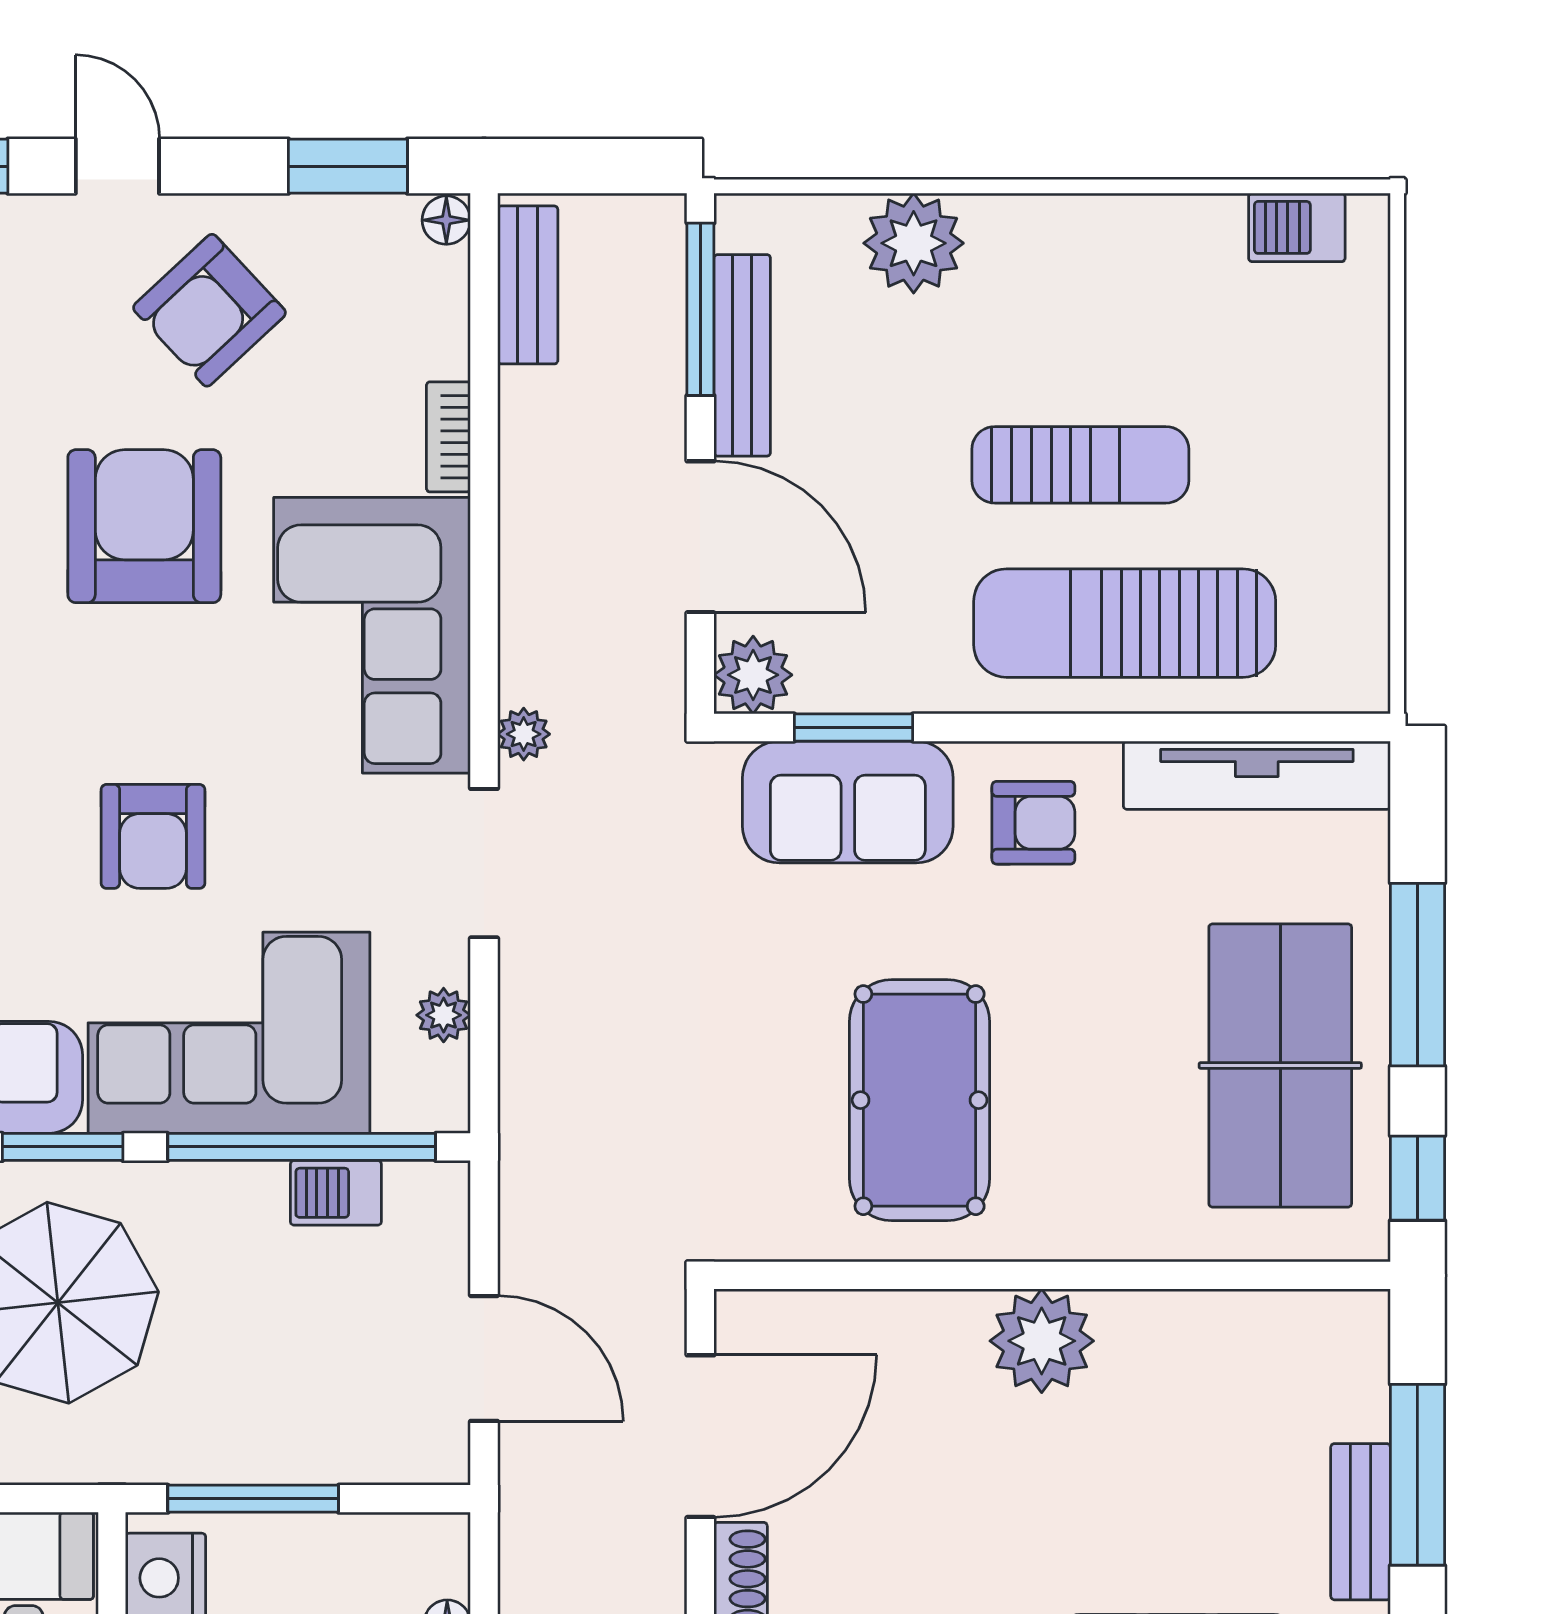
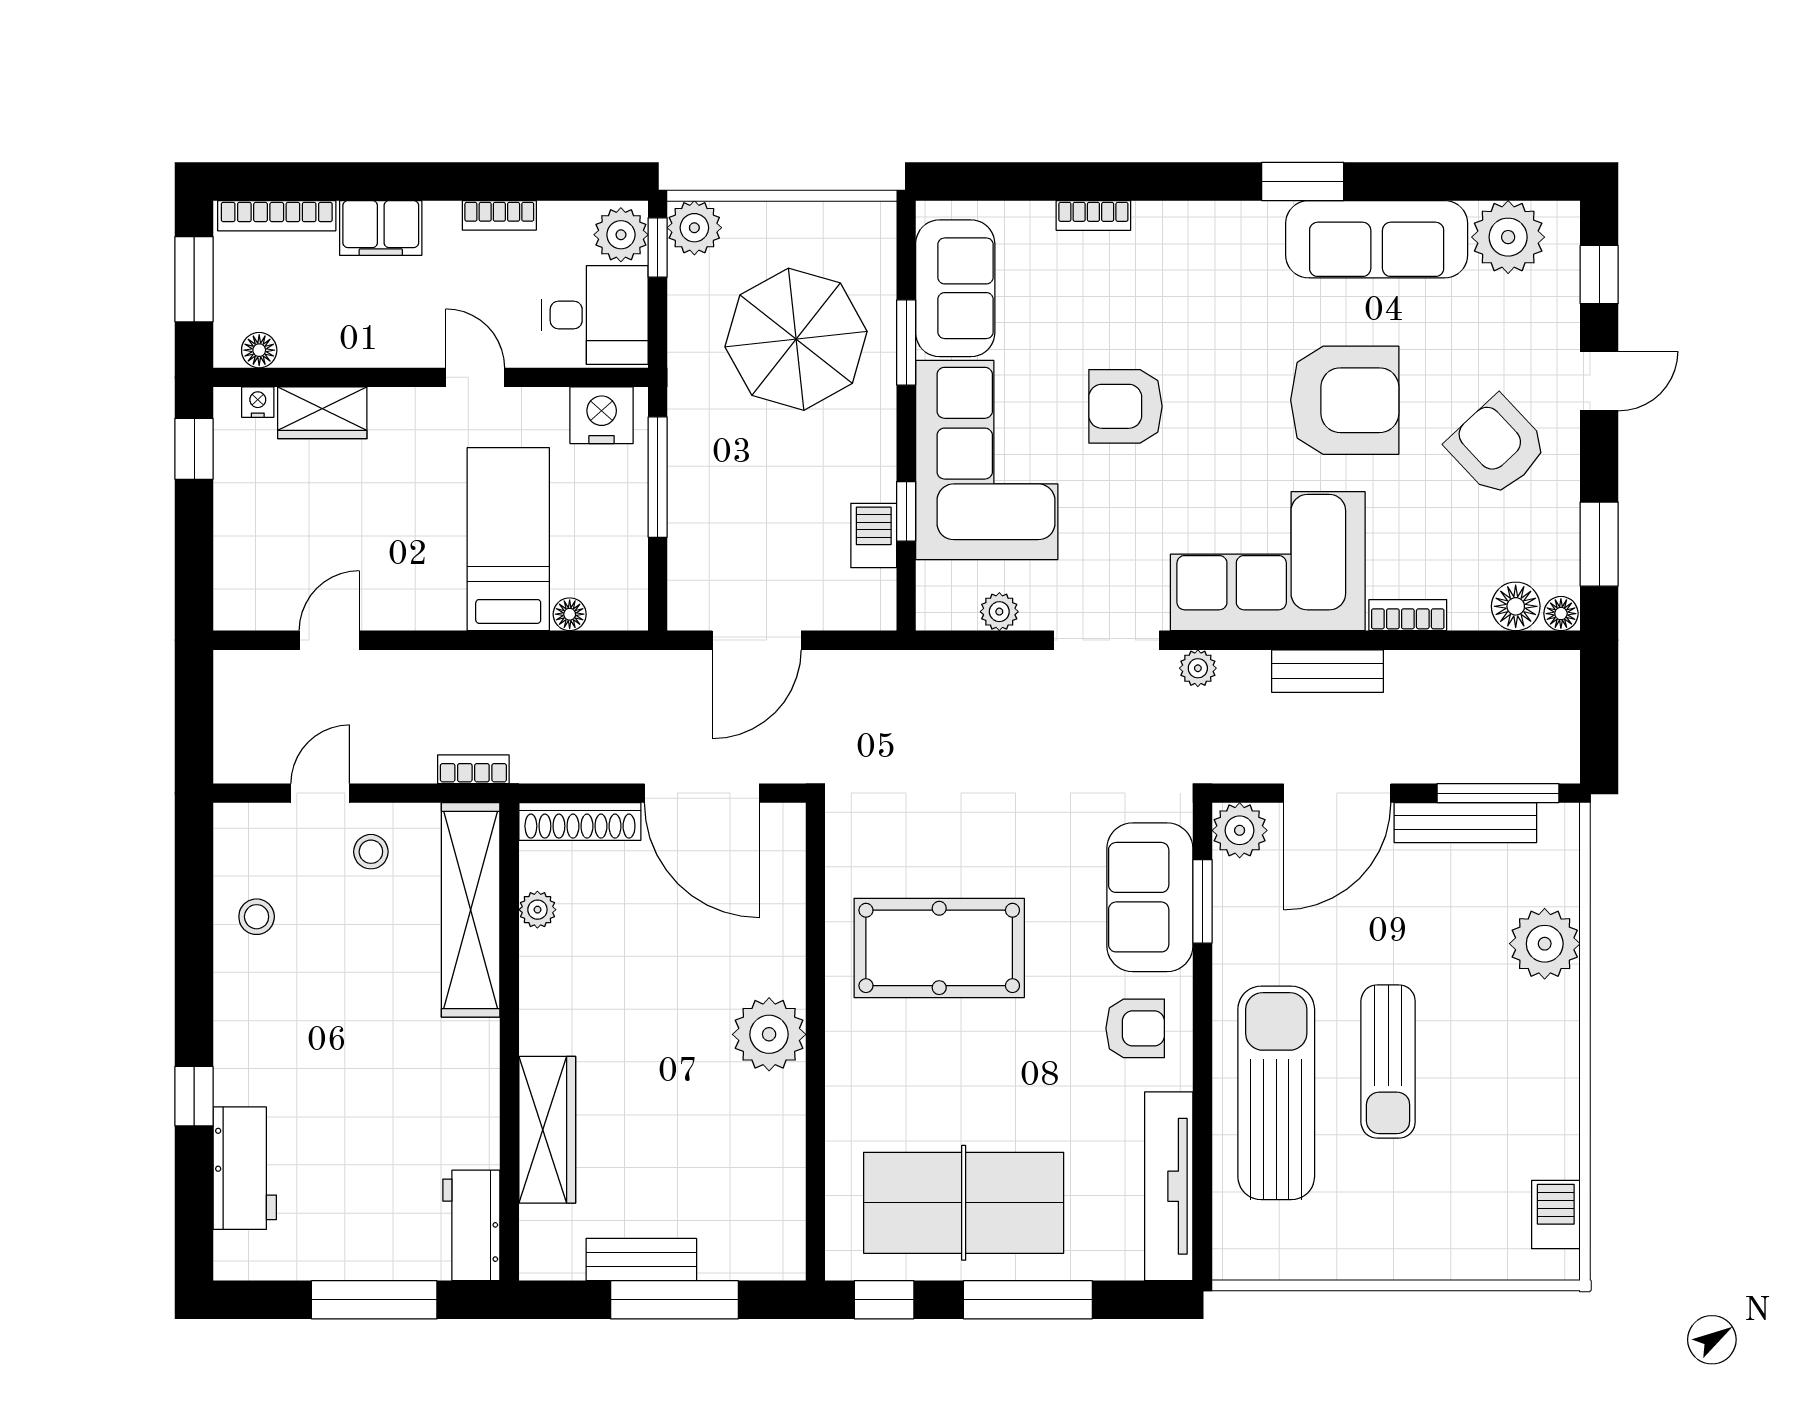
floor lamp: (436, 284) -> (1516, 606), added
bench: (528, 285) -> (1328, 671), moved
armchair: (1033, 823) -> (1135, 1028), turned -90
window: (302, 1147) -> (906, 511), width x0.32

